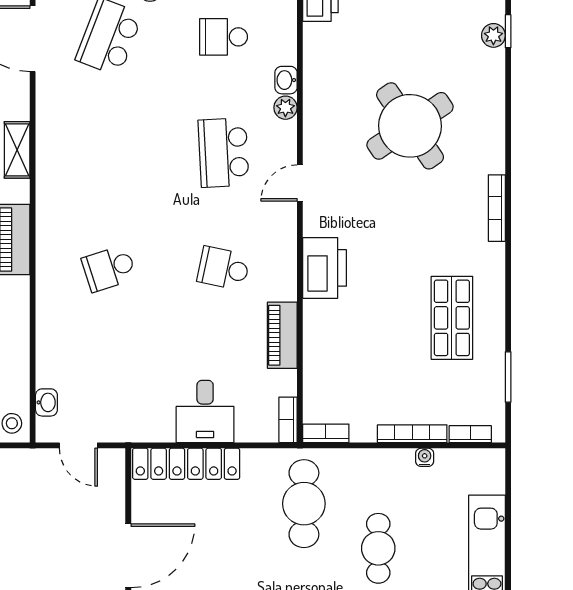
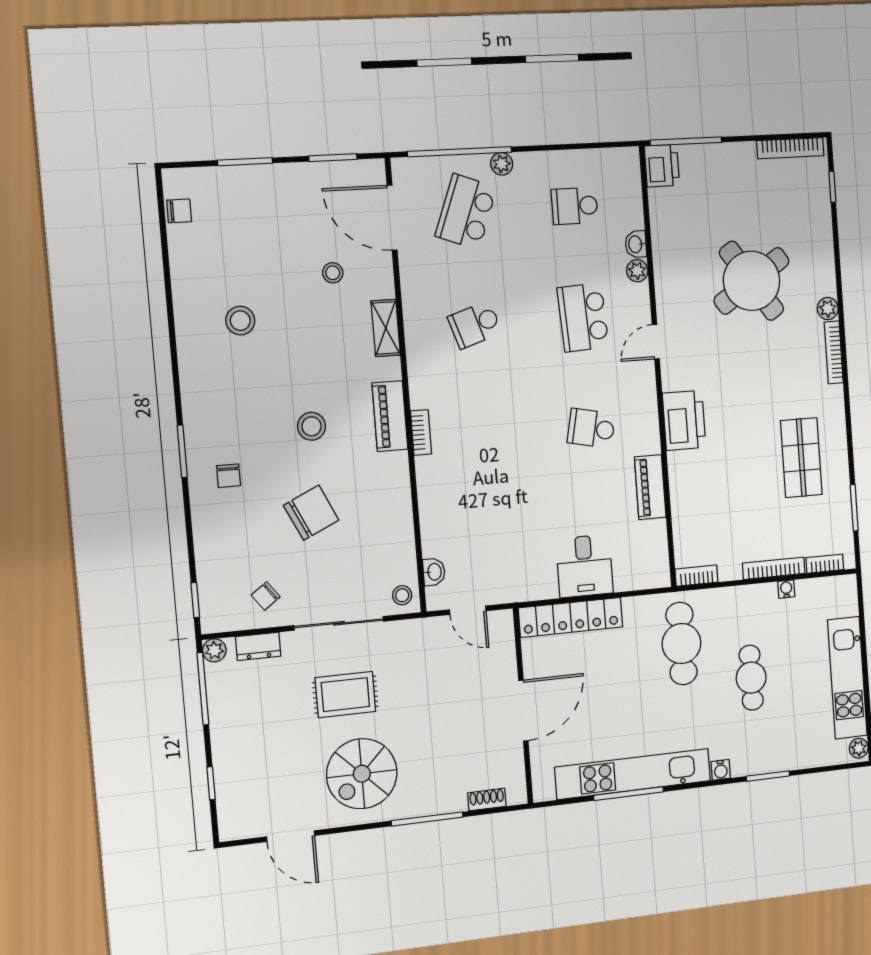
plant: (493, 35) -> (828, 309), moved
school desk: (109, 268) -> (475, 325), moved
bookcase: (288, 420) -> (421, 432), moved, turned 180

